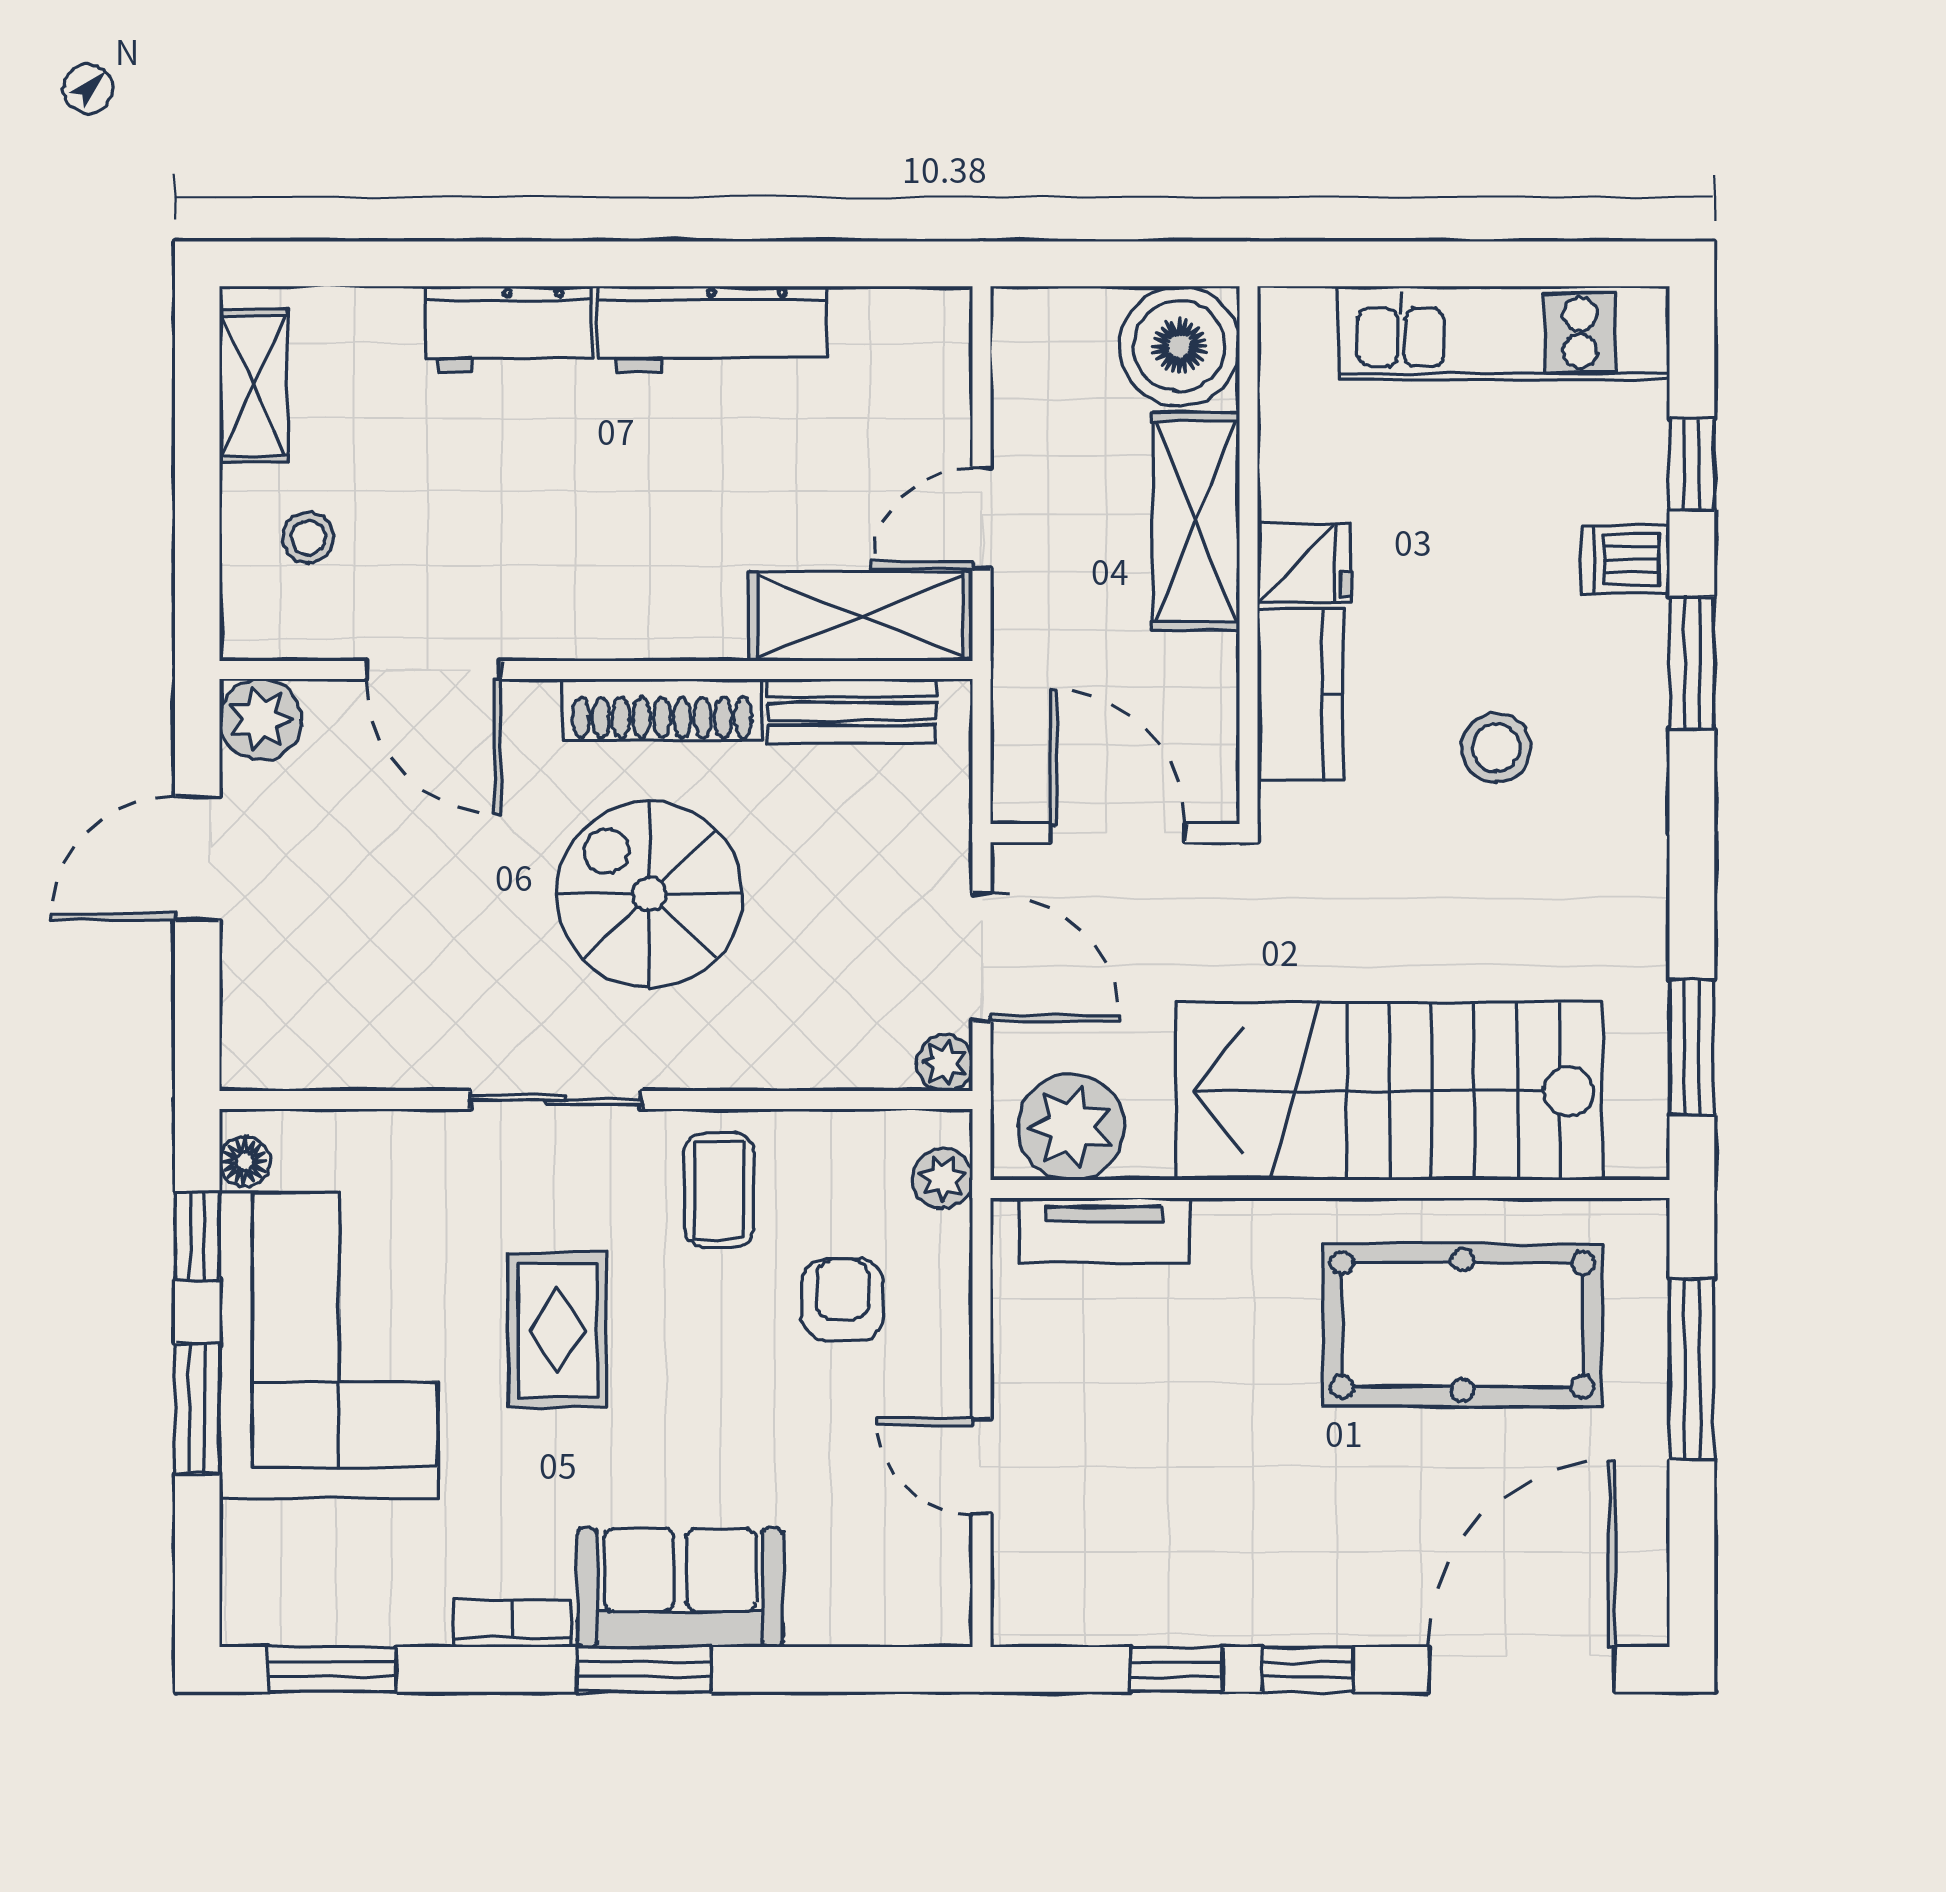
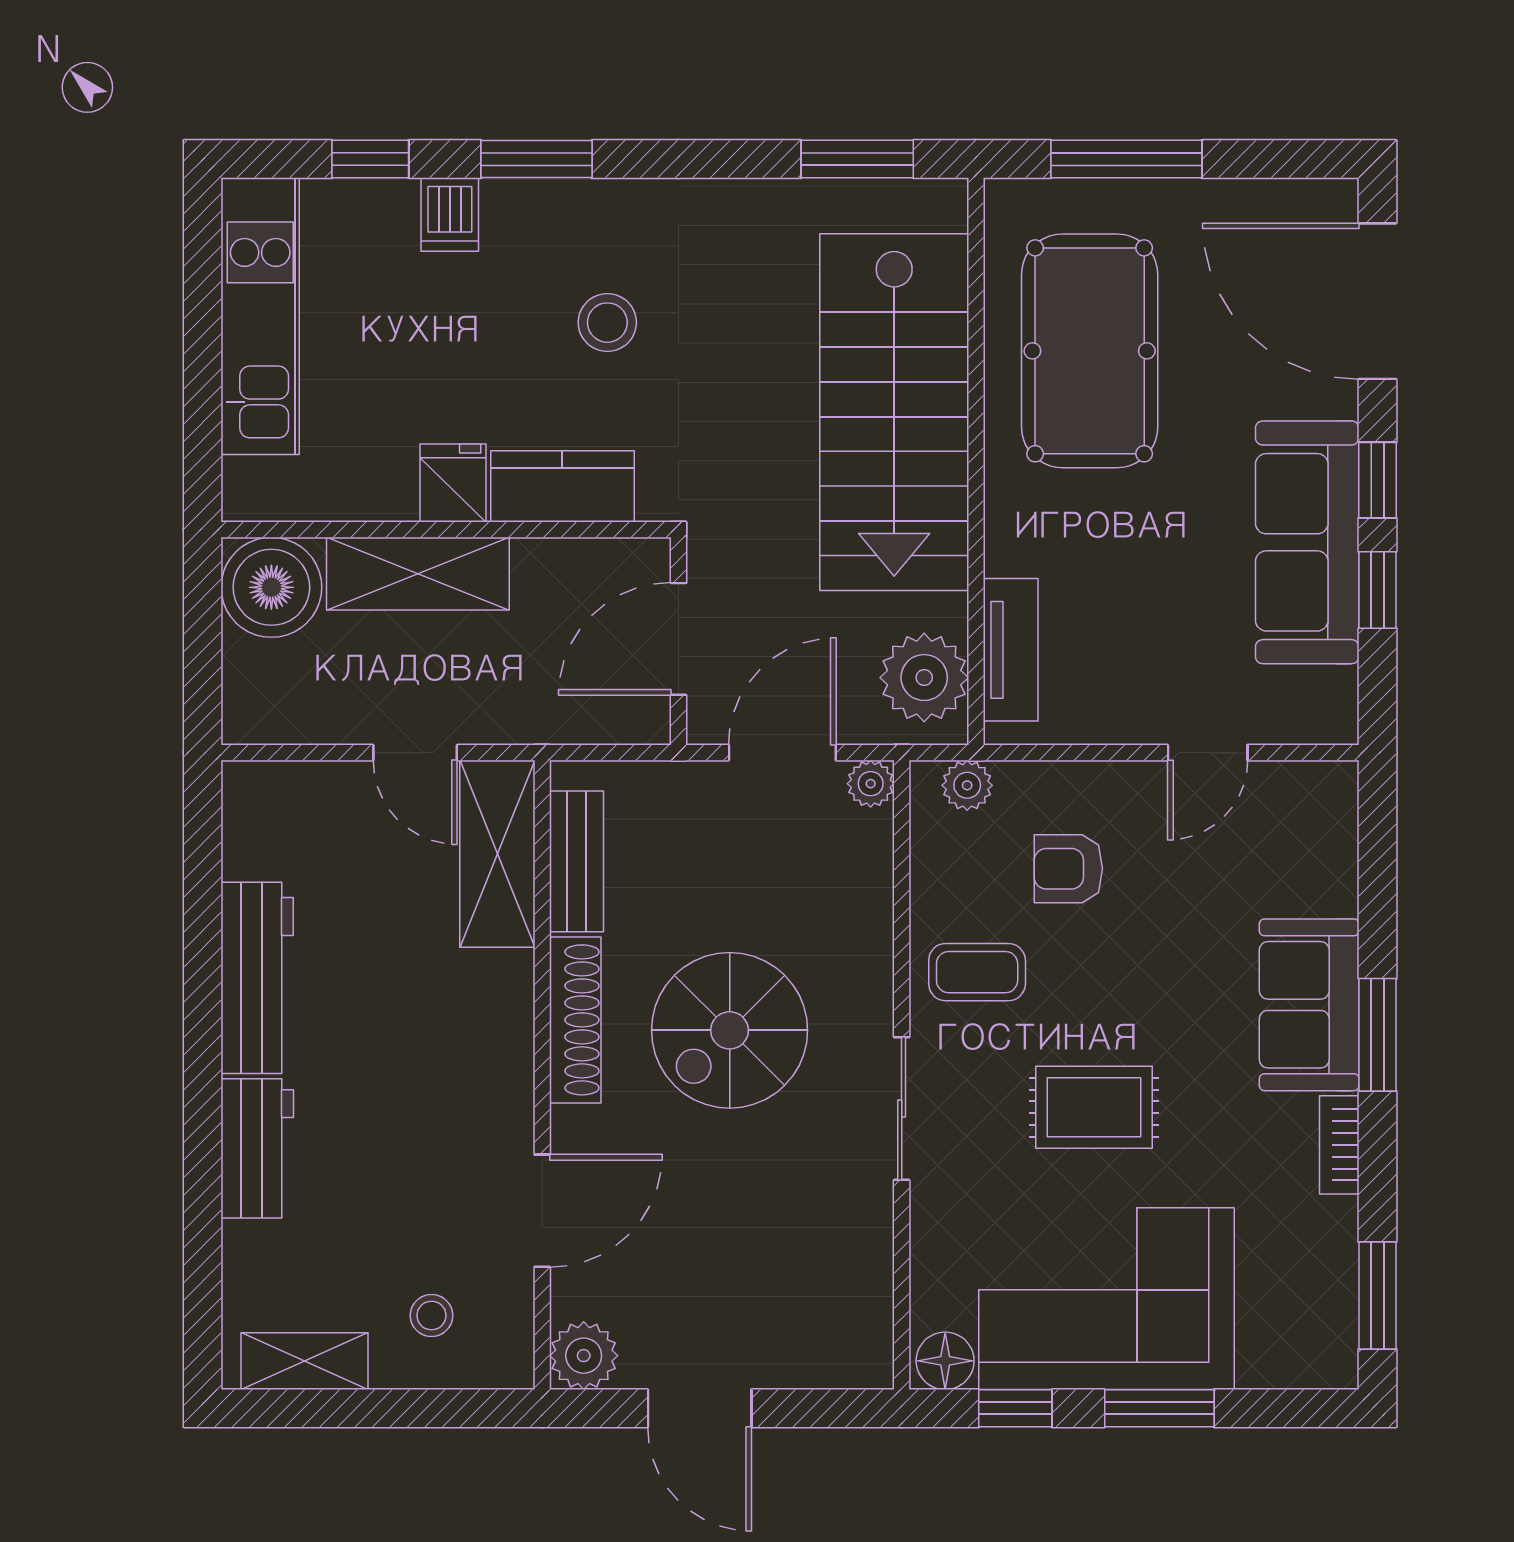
floor lamp: (245, 1161) -> (945, 1361), width x1.37, depth x1.37
sofa: (1233, 1585) -> (1307, 542), added

